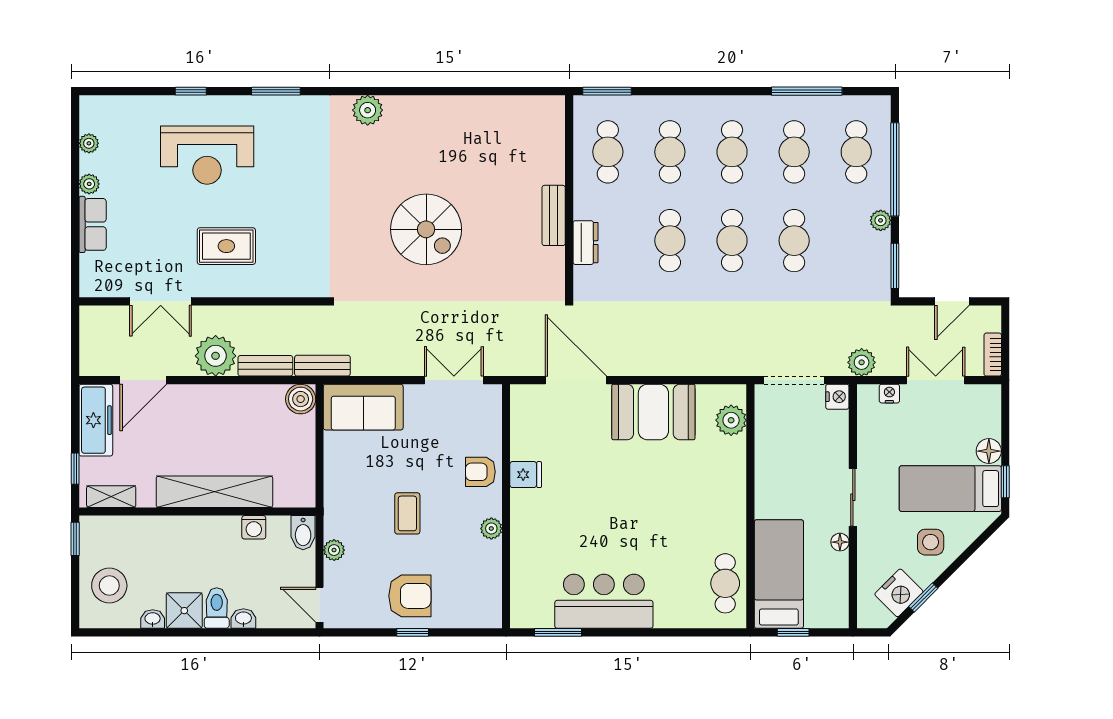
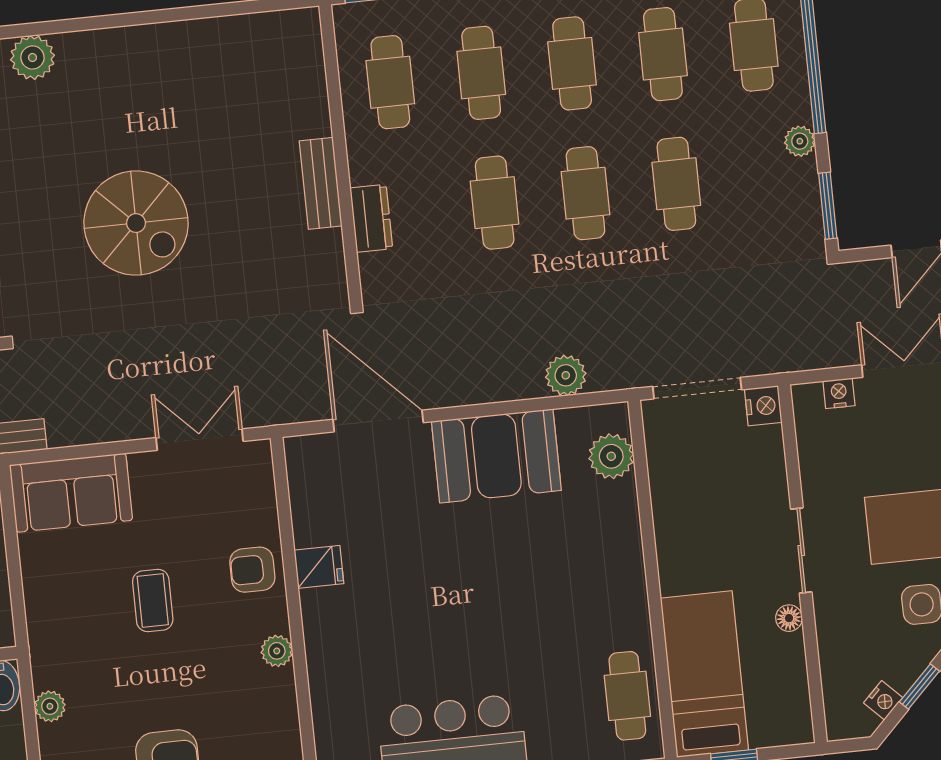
plant: (862, 362) -> (566, 375), moved
coffee table: (407, 513) -> (153, 600), moved
nightstand: (899, 593) -> (883, 700), width x0.53, depth x0.56

